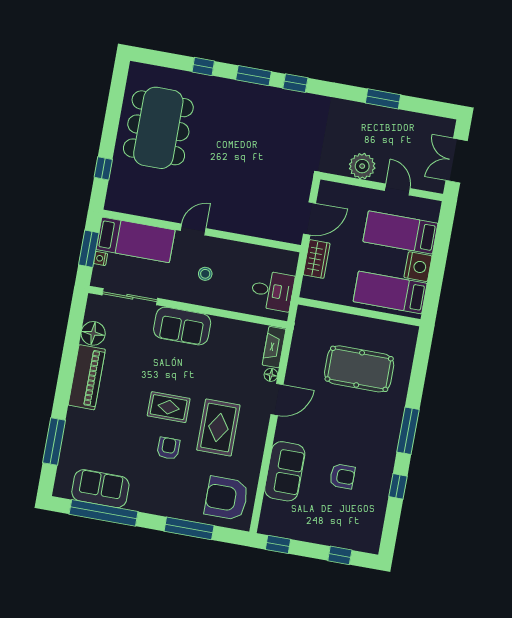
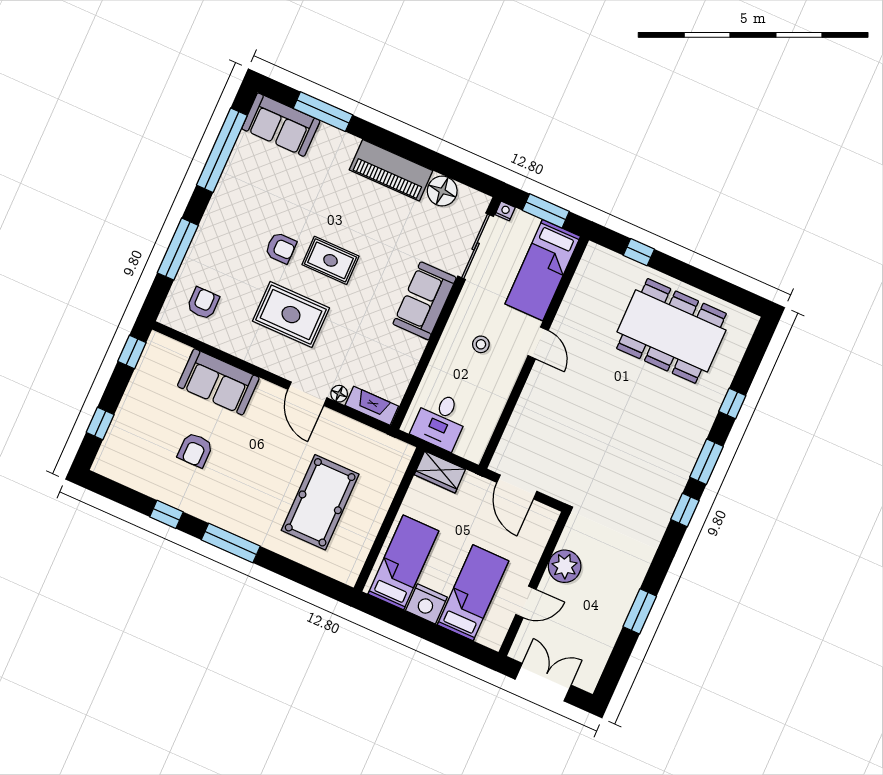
nightstand: (101, 259) -> (505, 211), moved
wardrobe: (317, 259) -> (440, 472), moved
rug: (169, 407) -> (330, 260), turned 90
sofa: (100, 489) -> (281, 125), moved, turned 90
armchair: (226, 498) -> (203, 303), width x0.53, depth x0.53

